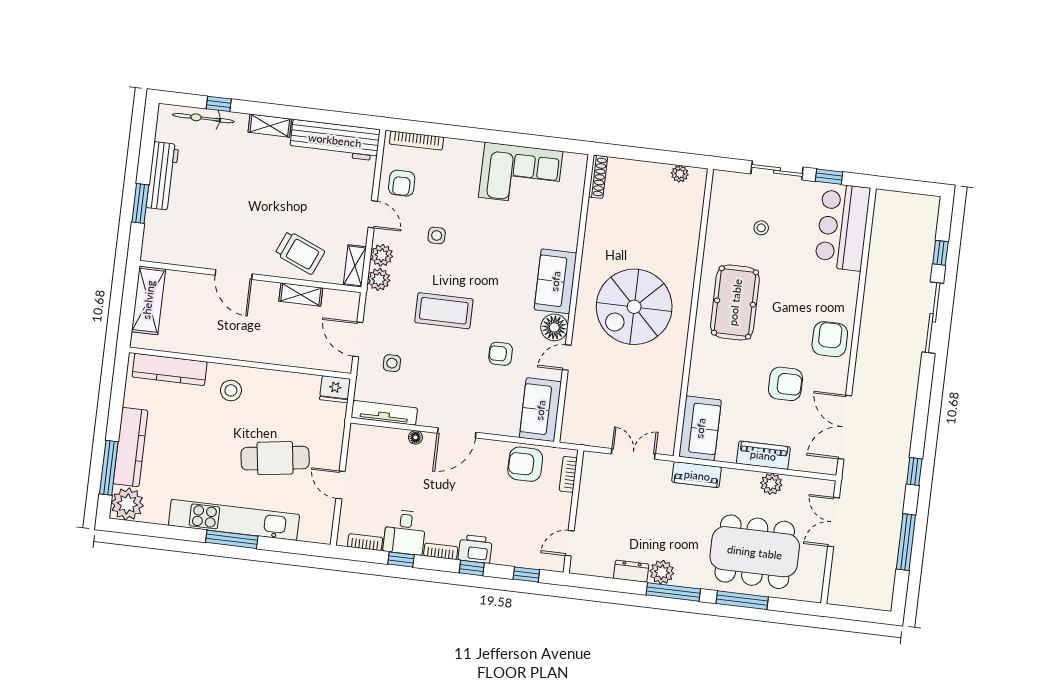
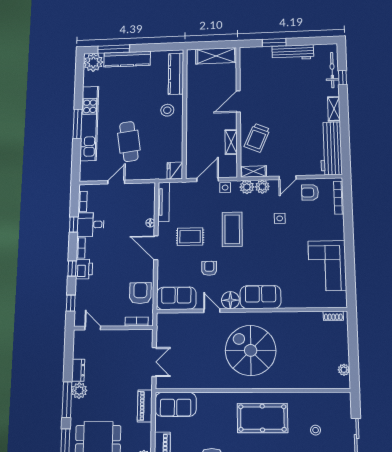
shoe rack: (598, 177) -> (333, 316), width x0.70
side table: (392, 363) -> (225, 188), moved
rug: (446, 377) -> (190, 237), added

